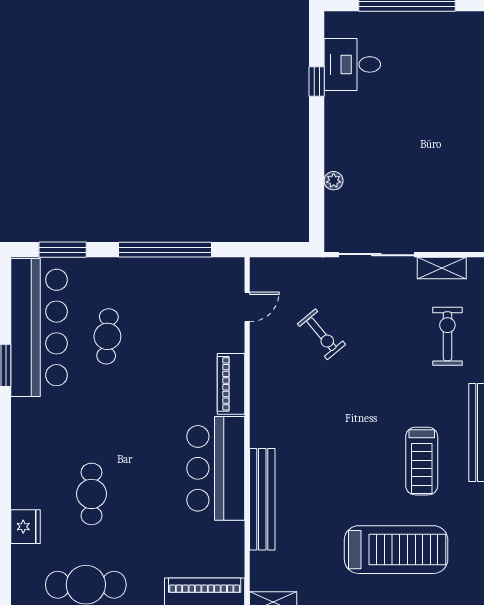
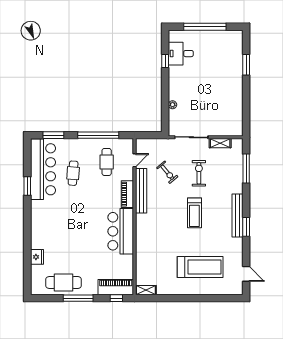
exercise bike: (447, 336) -> (199, 173), moved
treadmill: (422, 461) -> (194, 213), moved
cafe table: (92, 494) -> (107, 162), moved
bench: (262, 499) -> (141, 191), moved

